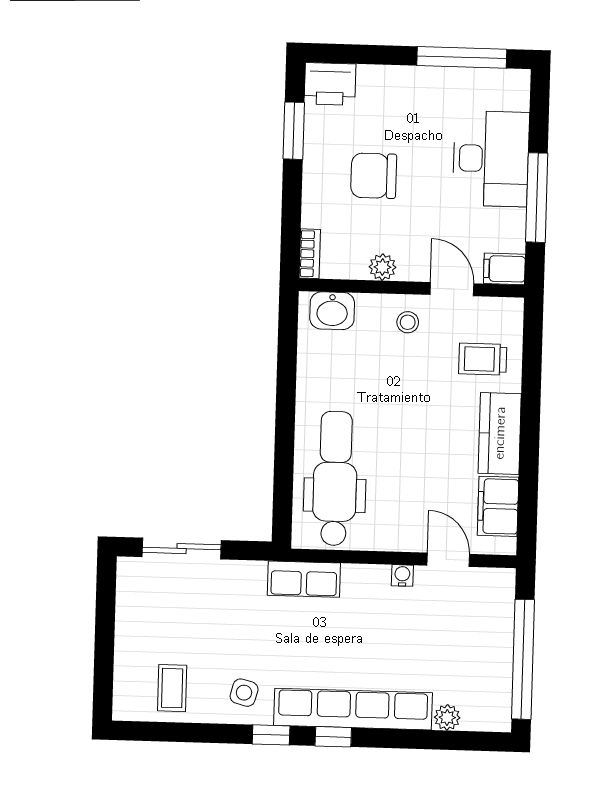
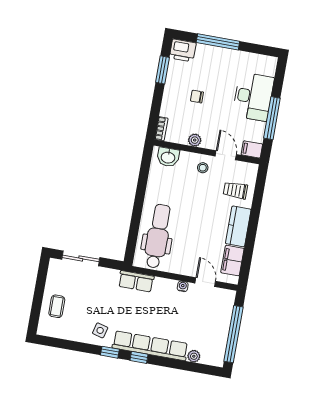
window: (462, 57) -> (218, 42), moved
chair: (374, 176) -> (197, 97), width x0.54, depth x0.54
coffee table: (172, 688) -> (57, 306), moved

